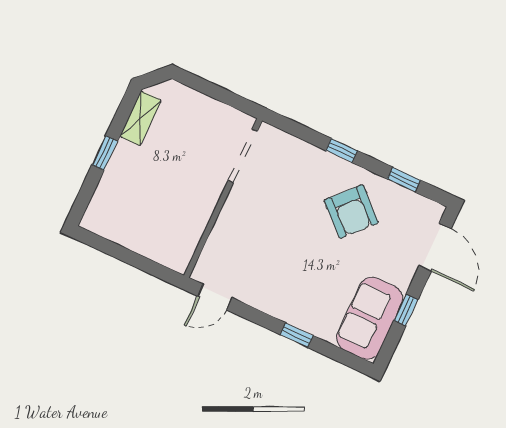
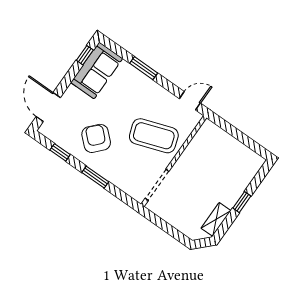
window: (342, 151) -> (95, 177), width x1.50
coffee table: (262, 232) -> (154, 136), added
window: (406, 310) -> (85, 55), moved
window: (297, 335) -> (144, 68), width x1.50

